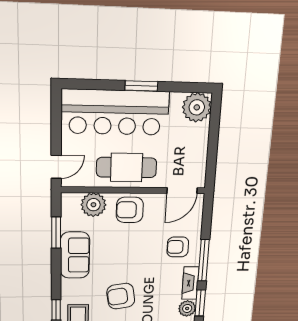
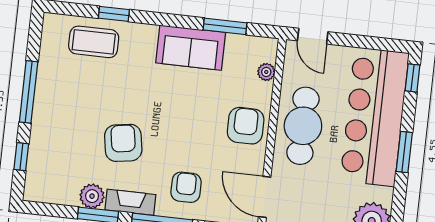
window: (81, 84) -> (413, 78), added
plant: (93, 205) -> (266, 72), width x0.53, depth x0.53
armchair: (121, 296) -> (123, 143), moved

